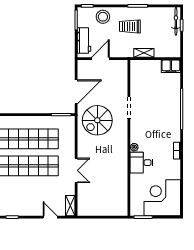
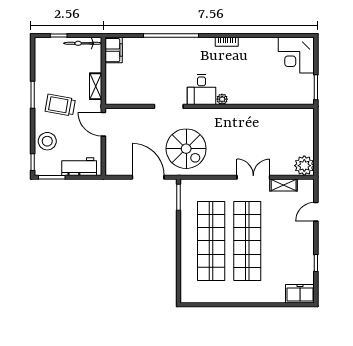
bicycle: (176, 21) -> (83, 43), moved
trolley: (130, 26) -> (60, 105), turned 100
door: (100, 59) -> (103, 124), moved
desk: (141, 163) -> (202, 90), moved
corner desk: (162, 198) -> (296, 55), width x0.74, depth x0.74
shelving: (70, 206) -> (284, 185), moved
plant: (85, 208) -> (304, 166), added

